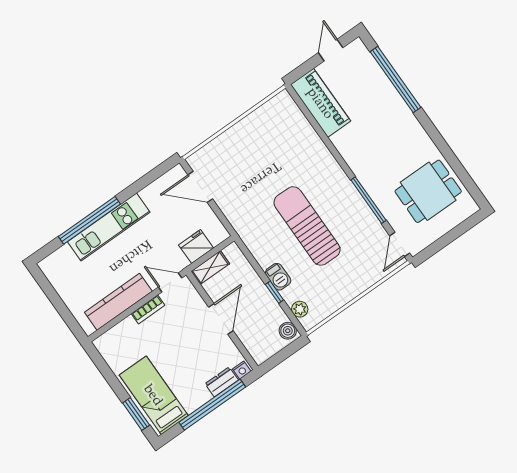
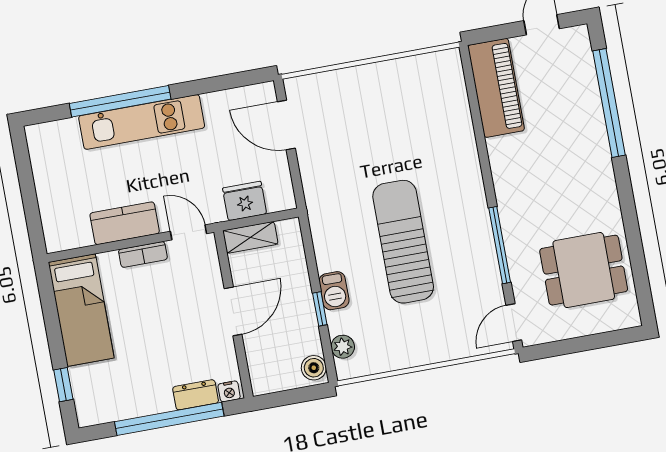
kitchen counter: (118, 302) -> (125, 223), width x0.67
bed: (154, 395) -> (81, 310), moved, turned 180
window: (136, 414) -> (63, 385), width x0.67

